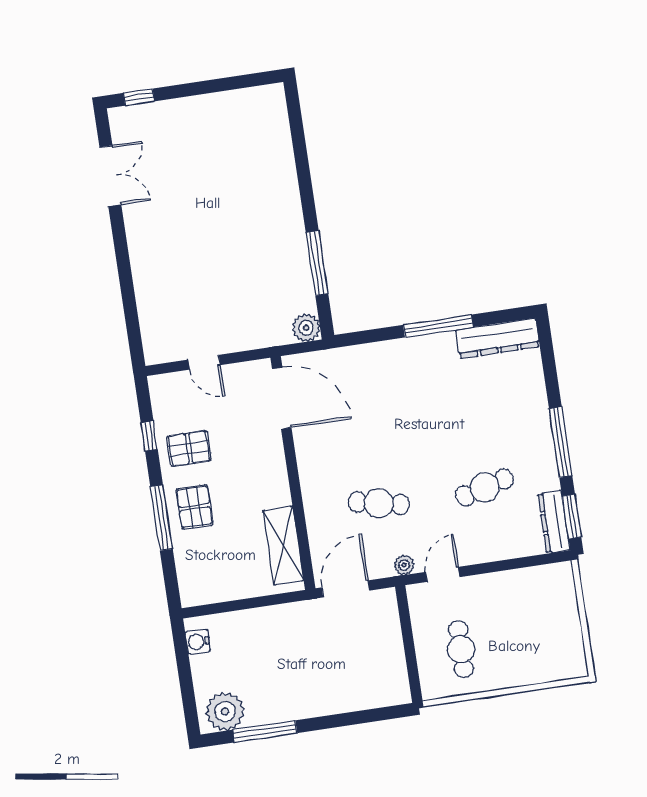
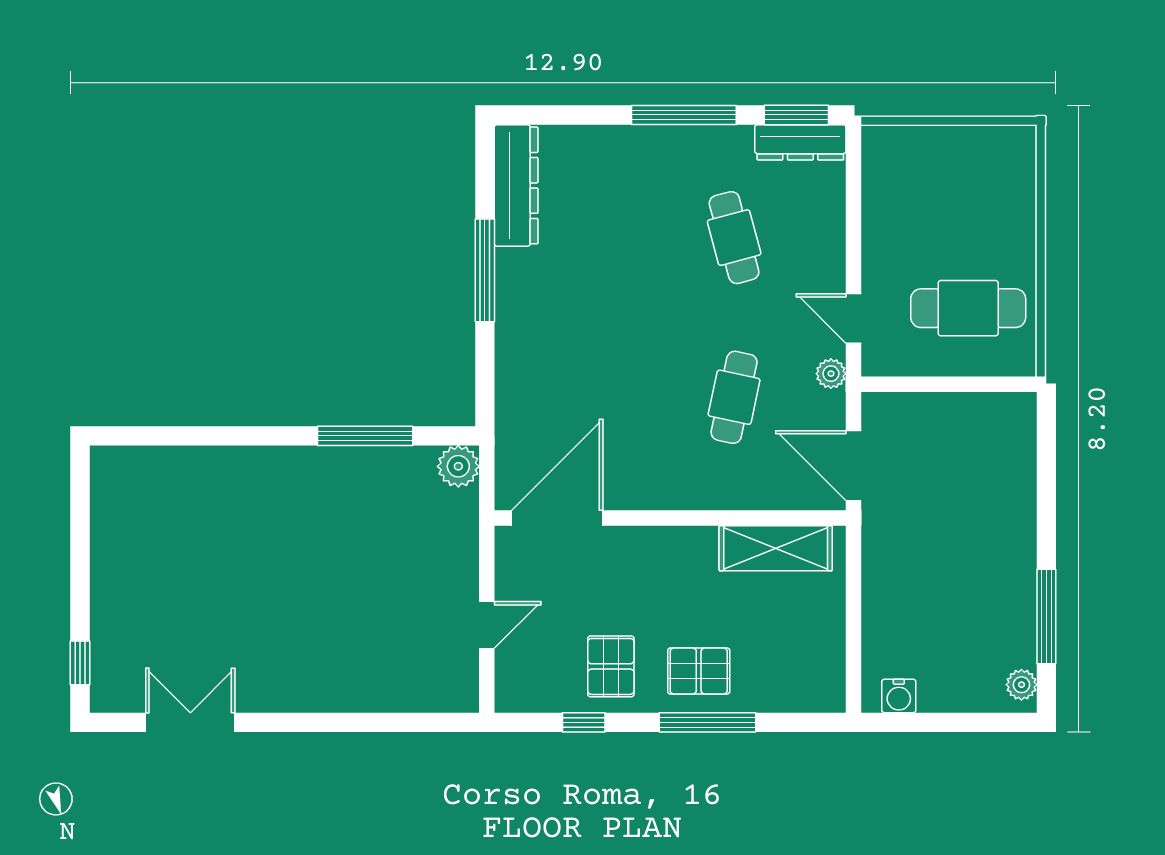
cafe table: (461, 649) -> (968, 308), width x1.37, depth x1.35
plant: (225, 711) -> (1021, 685), width x0.53, depth x0.53

